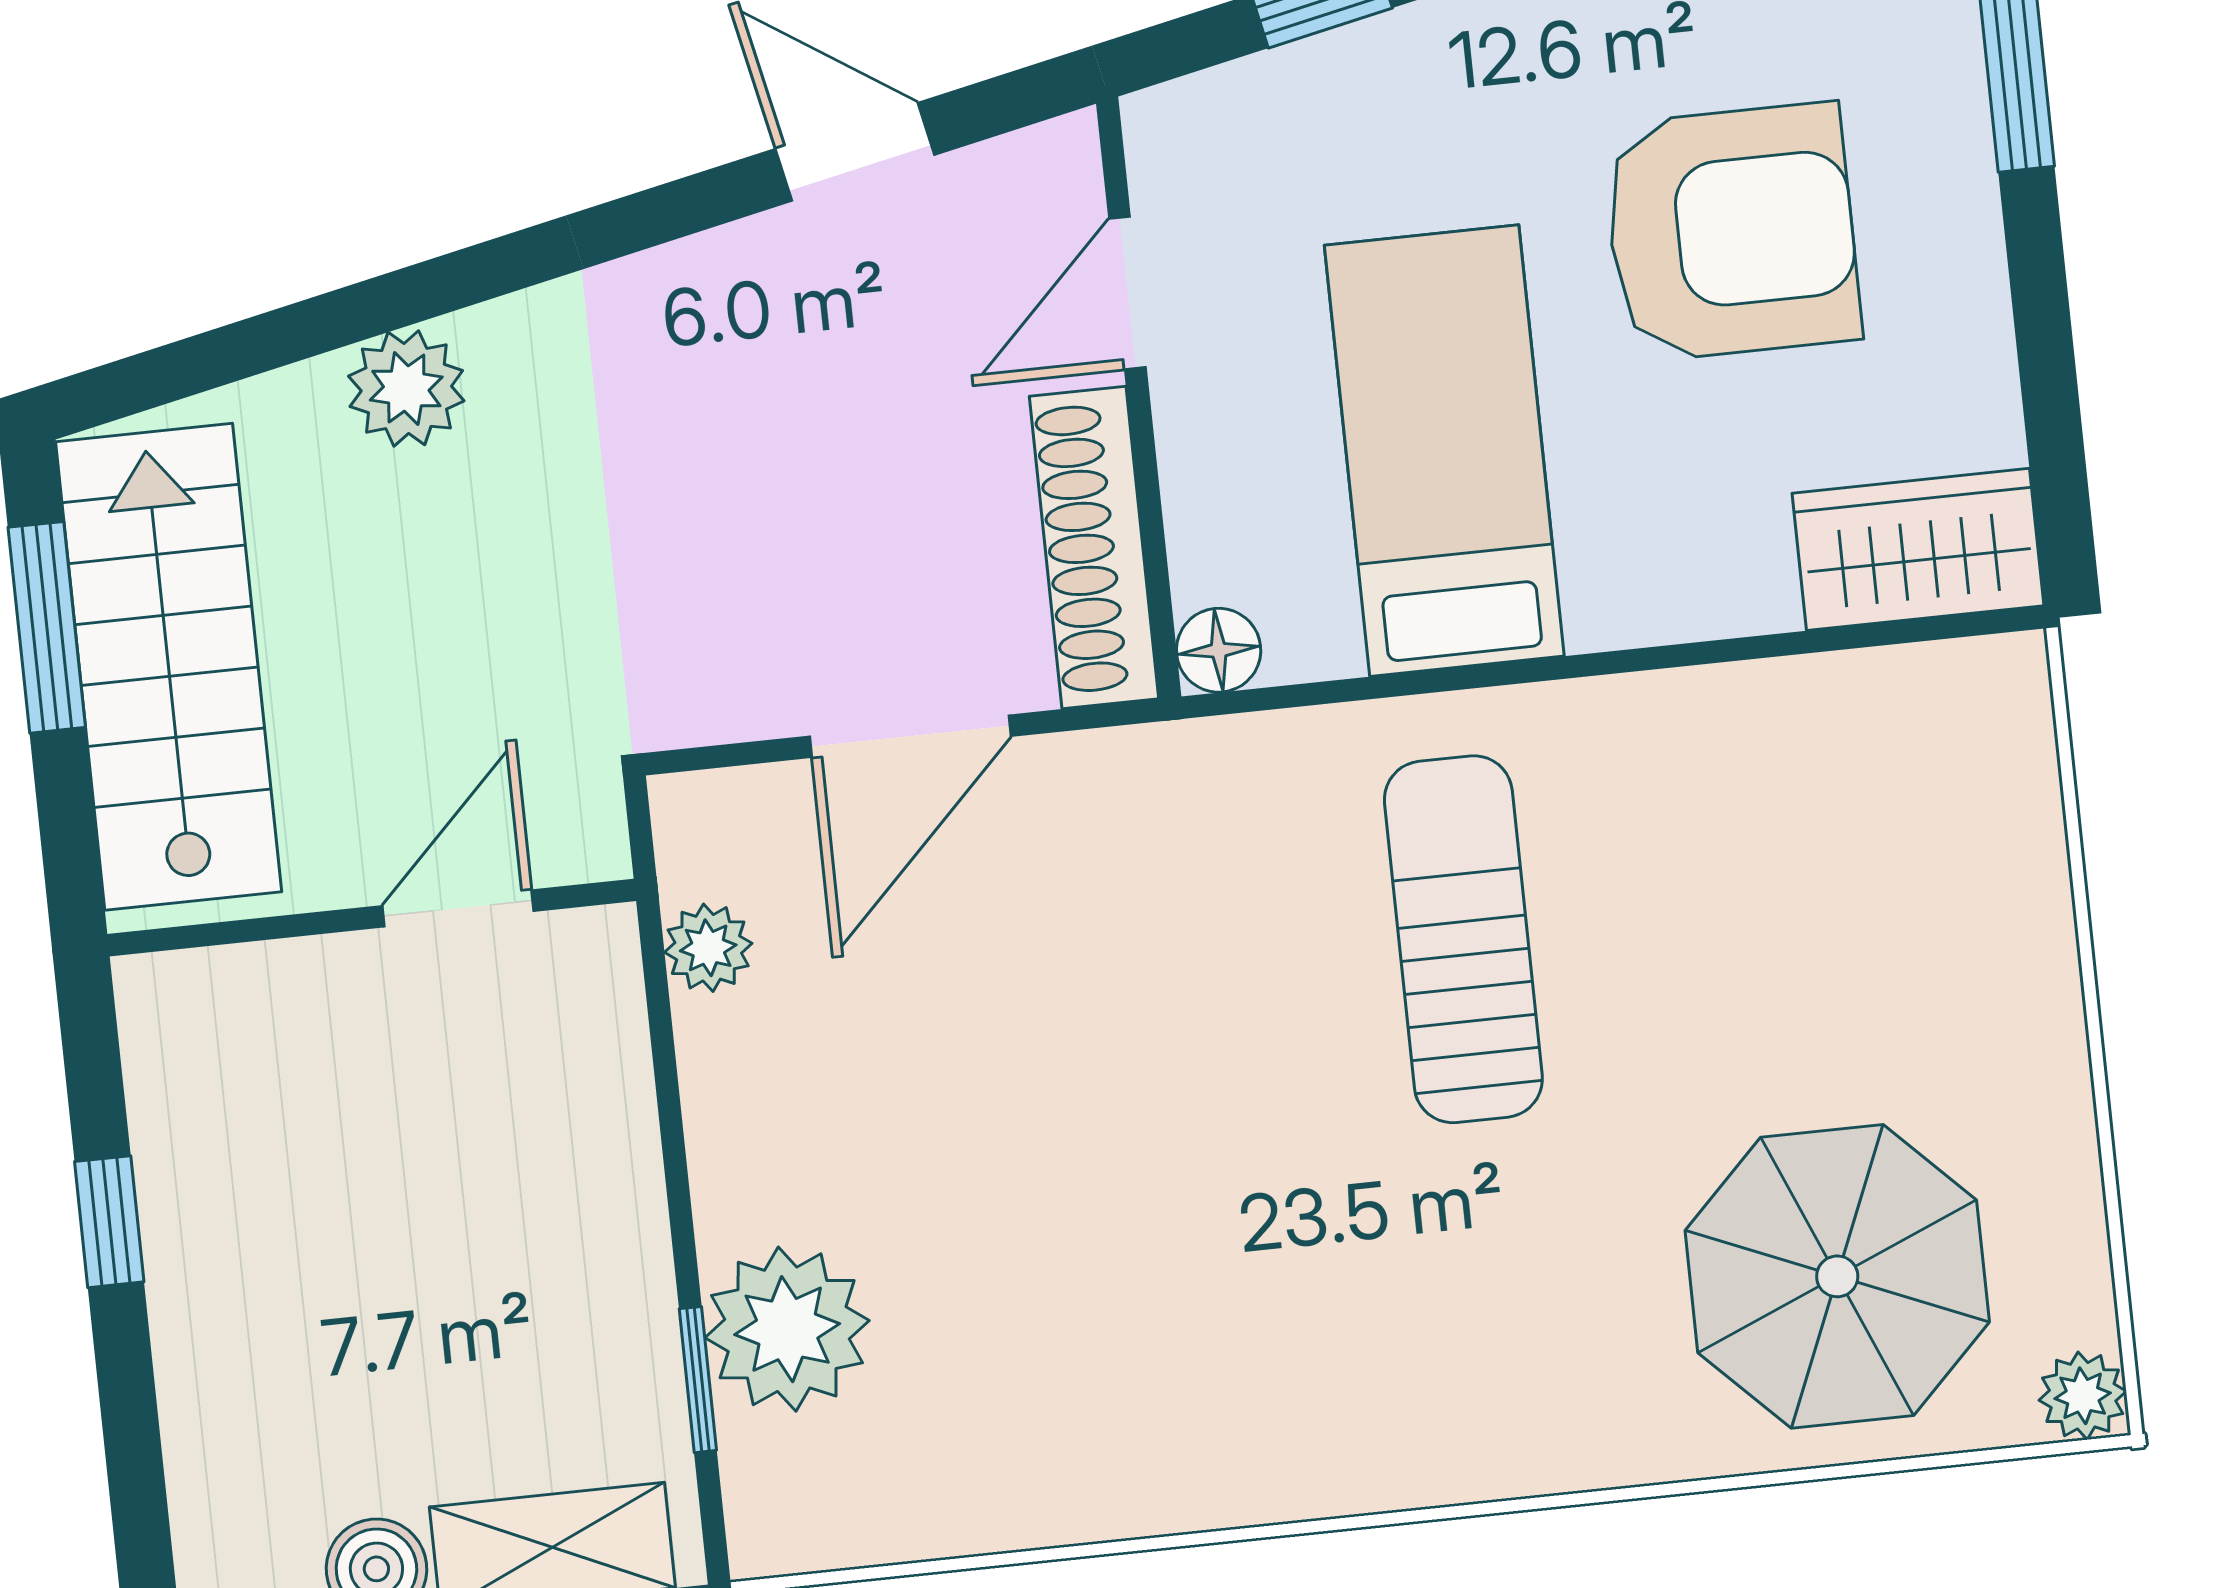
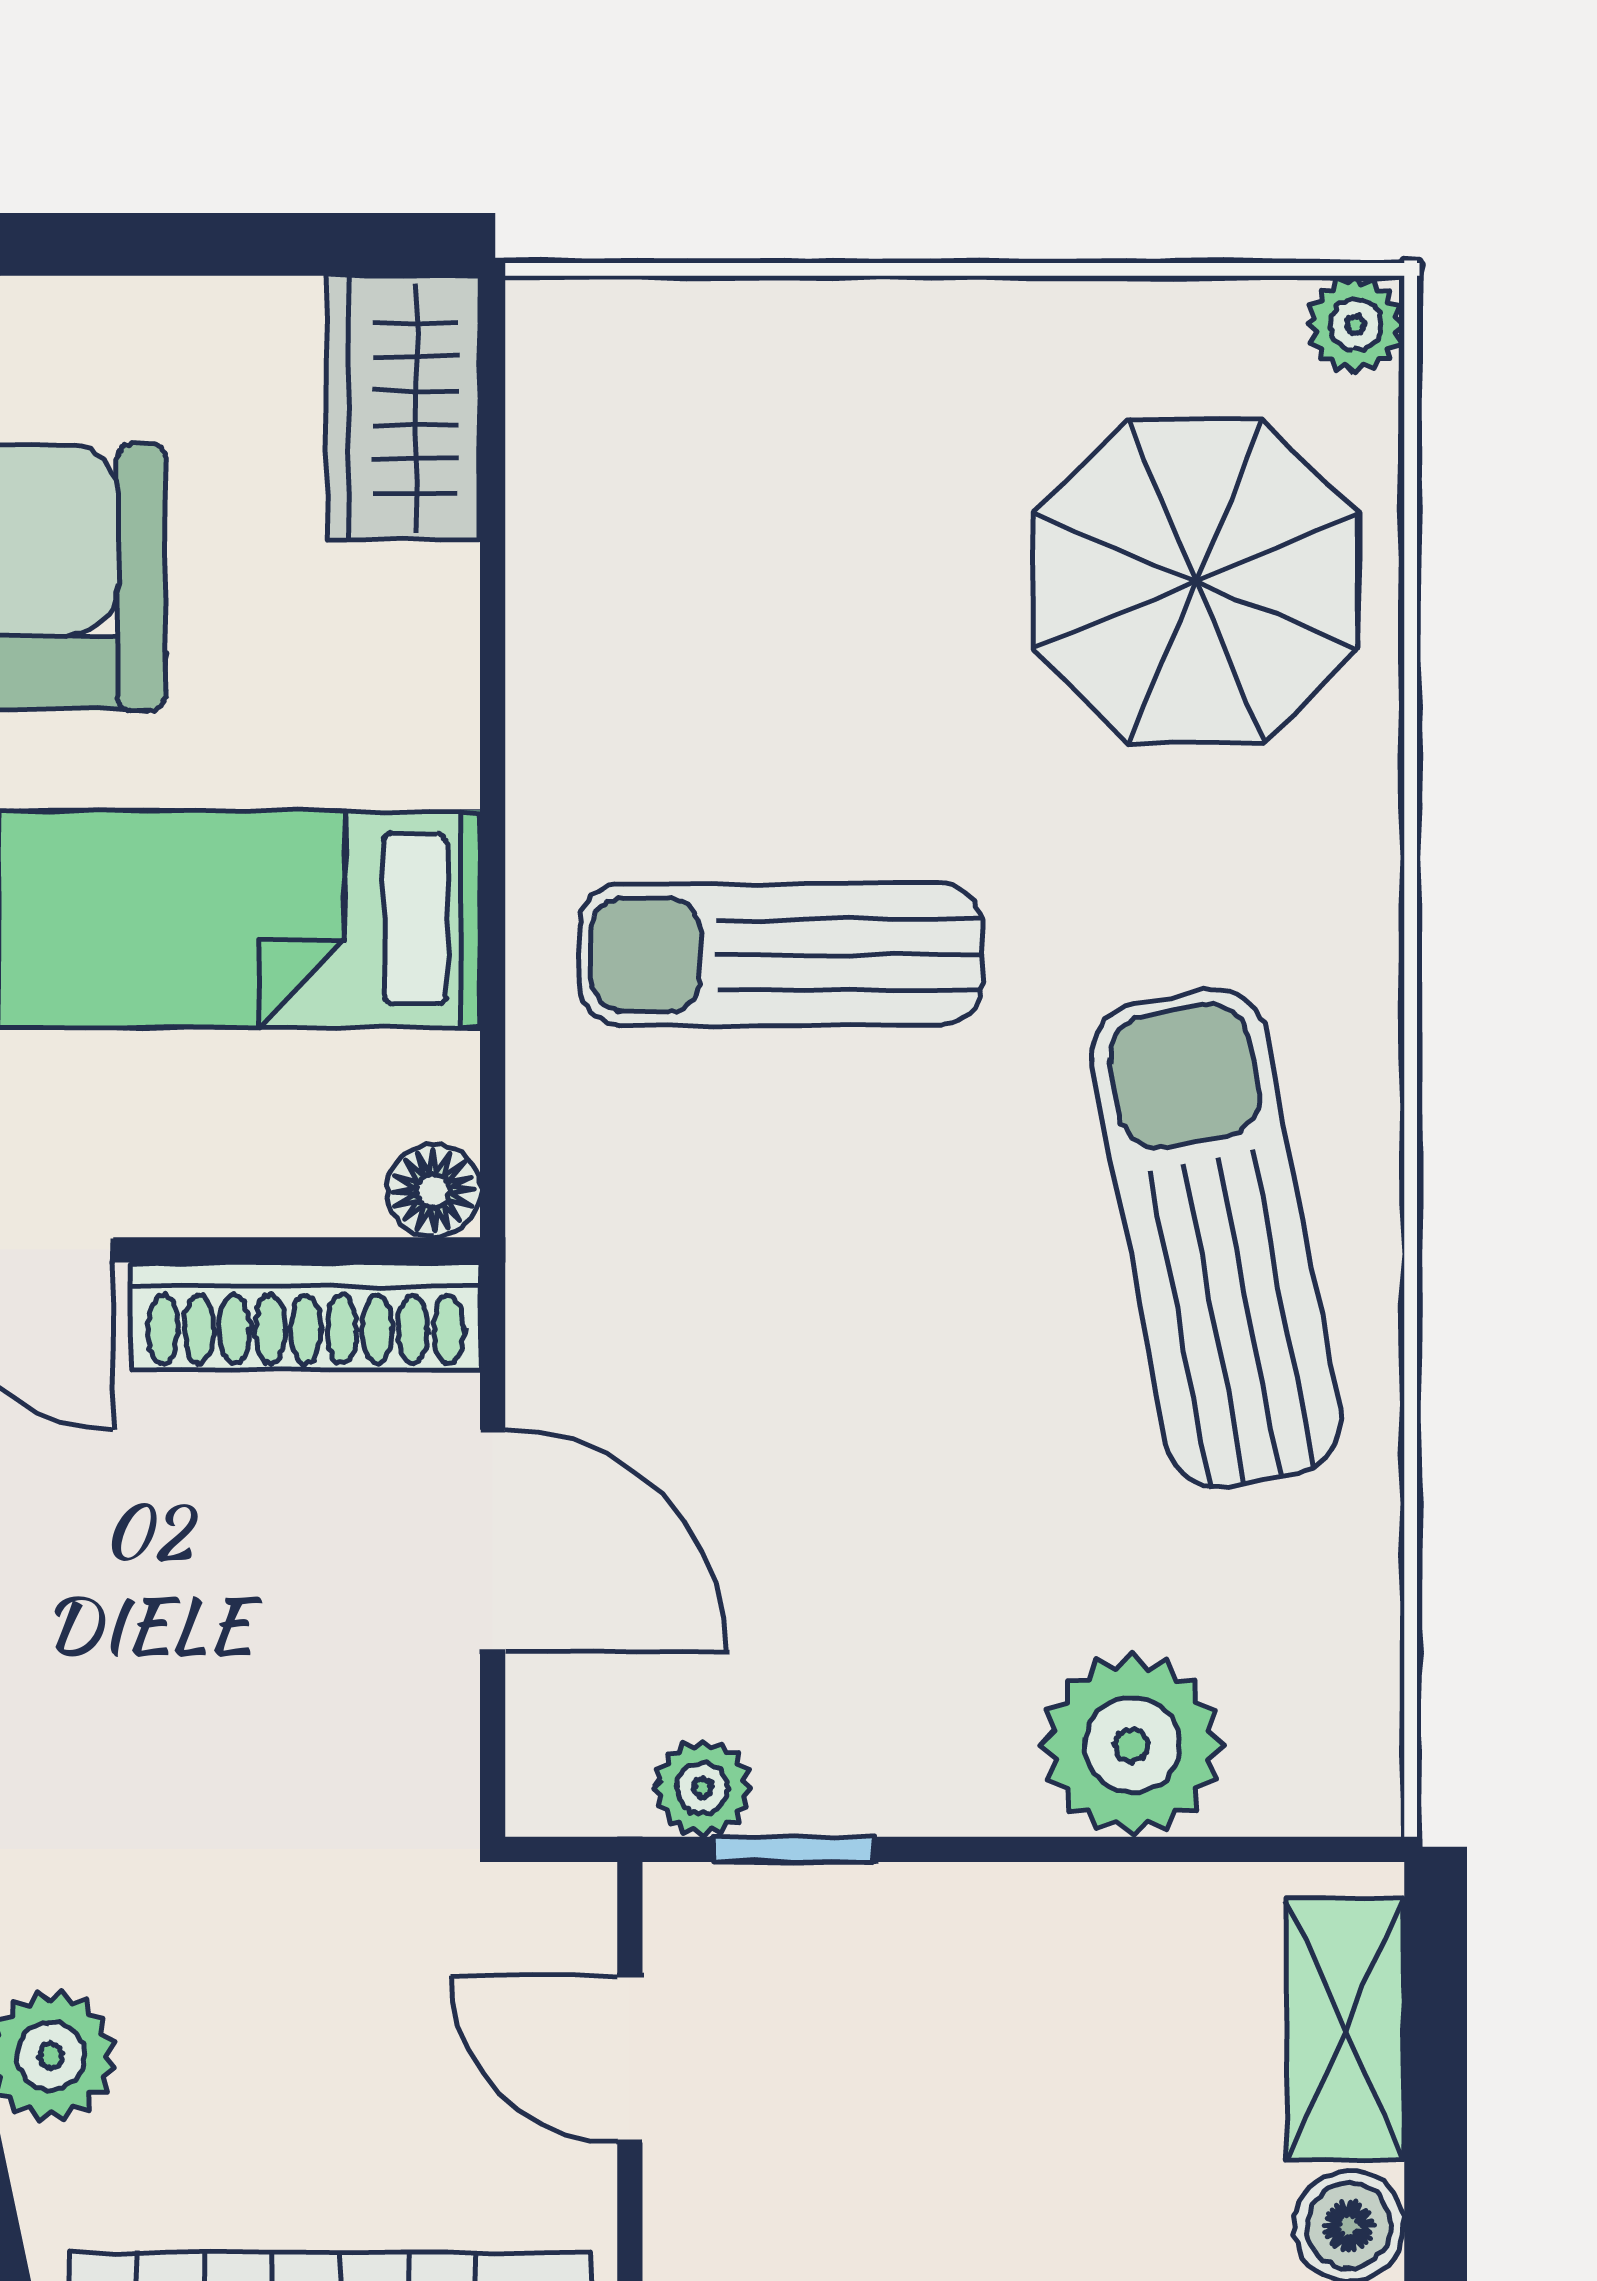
sun lounger: (1250, 1357) -> (1216, 1238), added
window: (698, 1380) -> (793, 1849), moved

